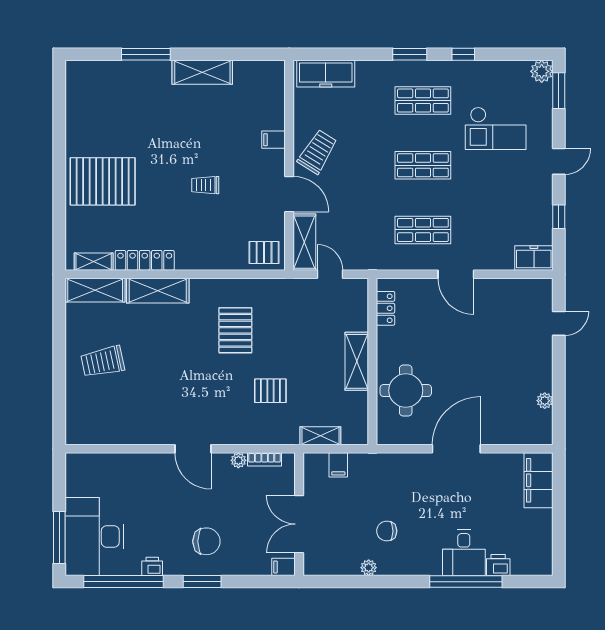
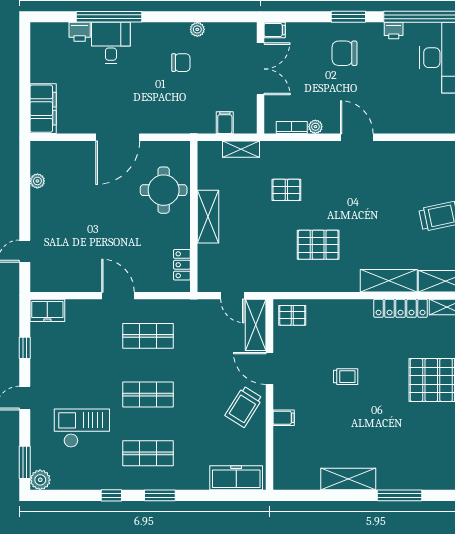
pallet: (235, 330) -> (318, 245), turned 90

